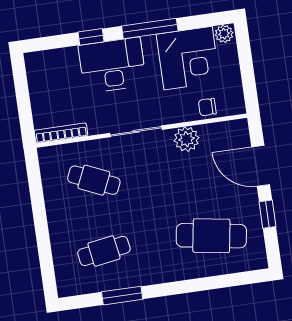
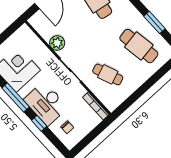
chair: (207, 107) -> (67, 127), moved
cafe table: (94, 180) -> (108, 74), turned -45
cafe table: (104, 251) -> (139, 46), width x1.37, depth x1.35

